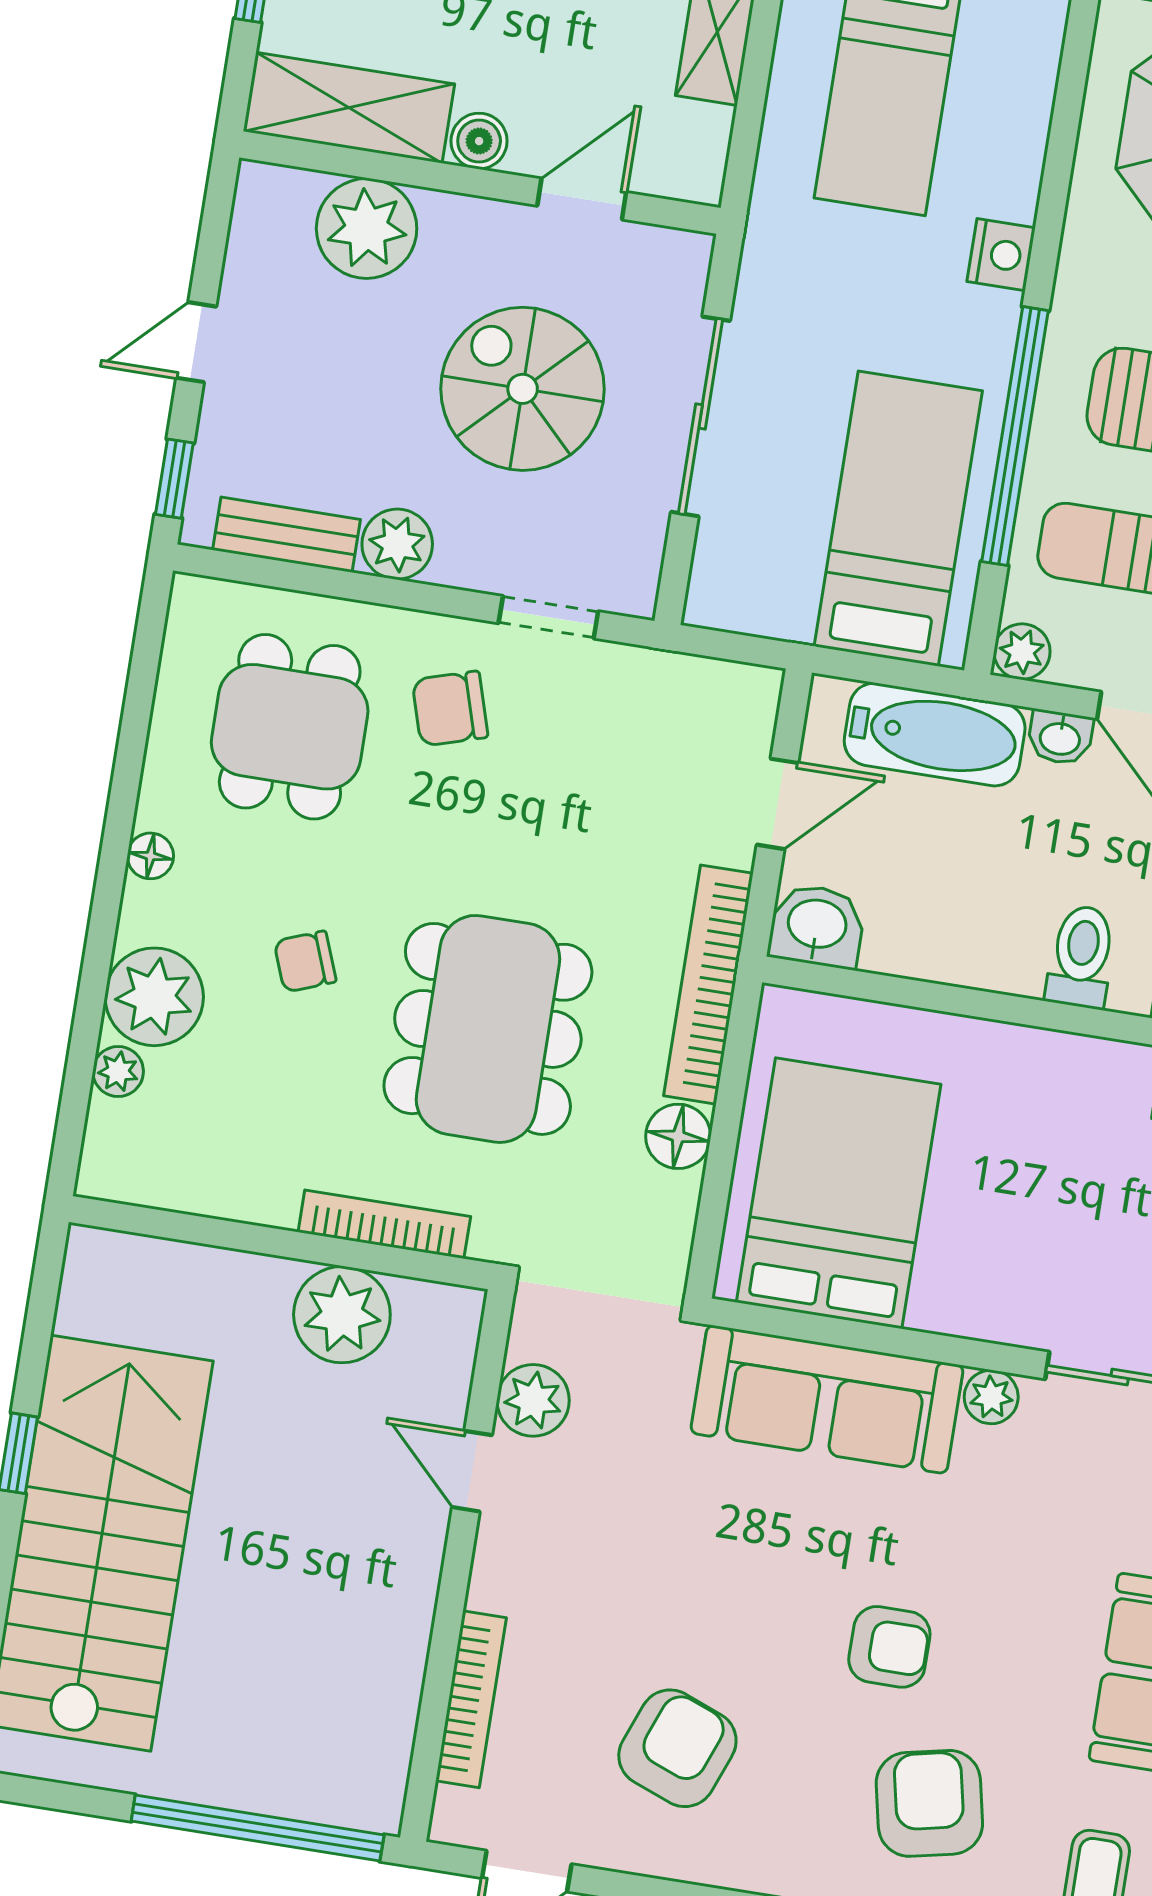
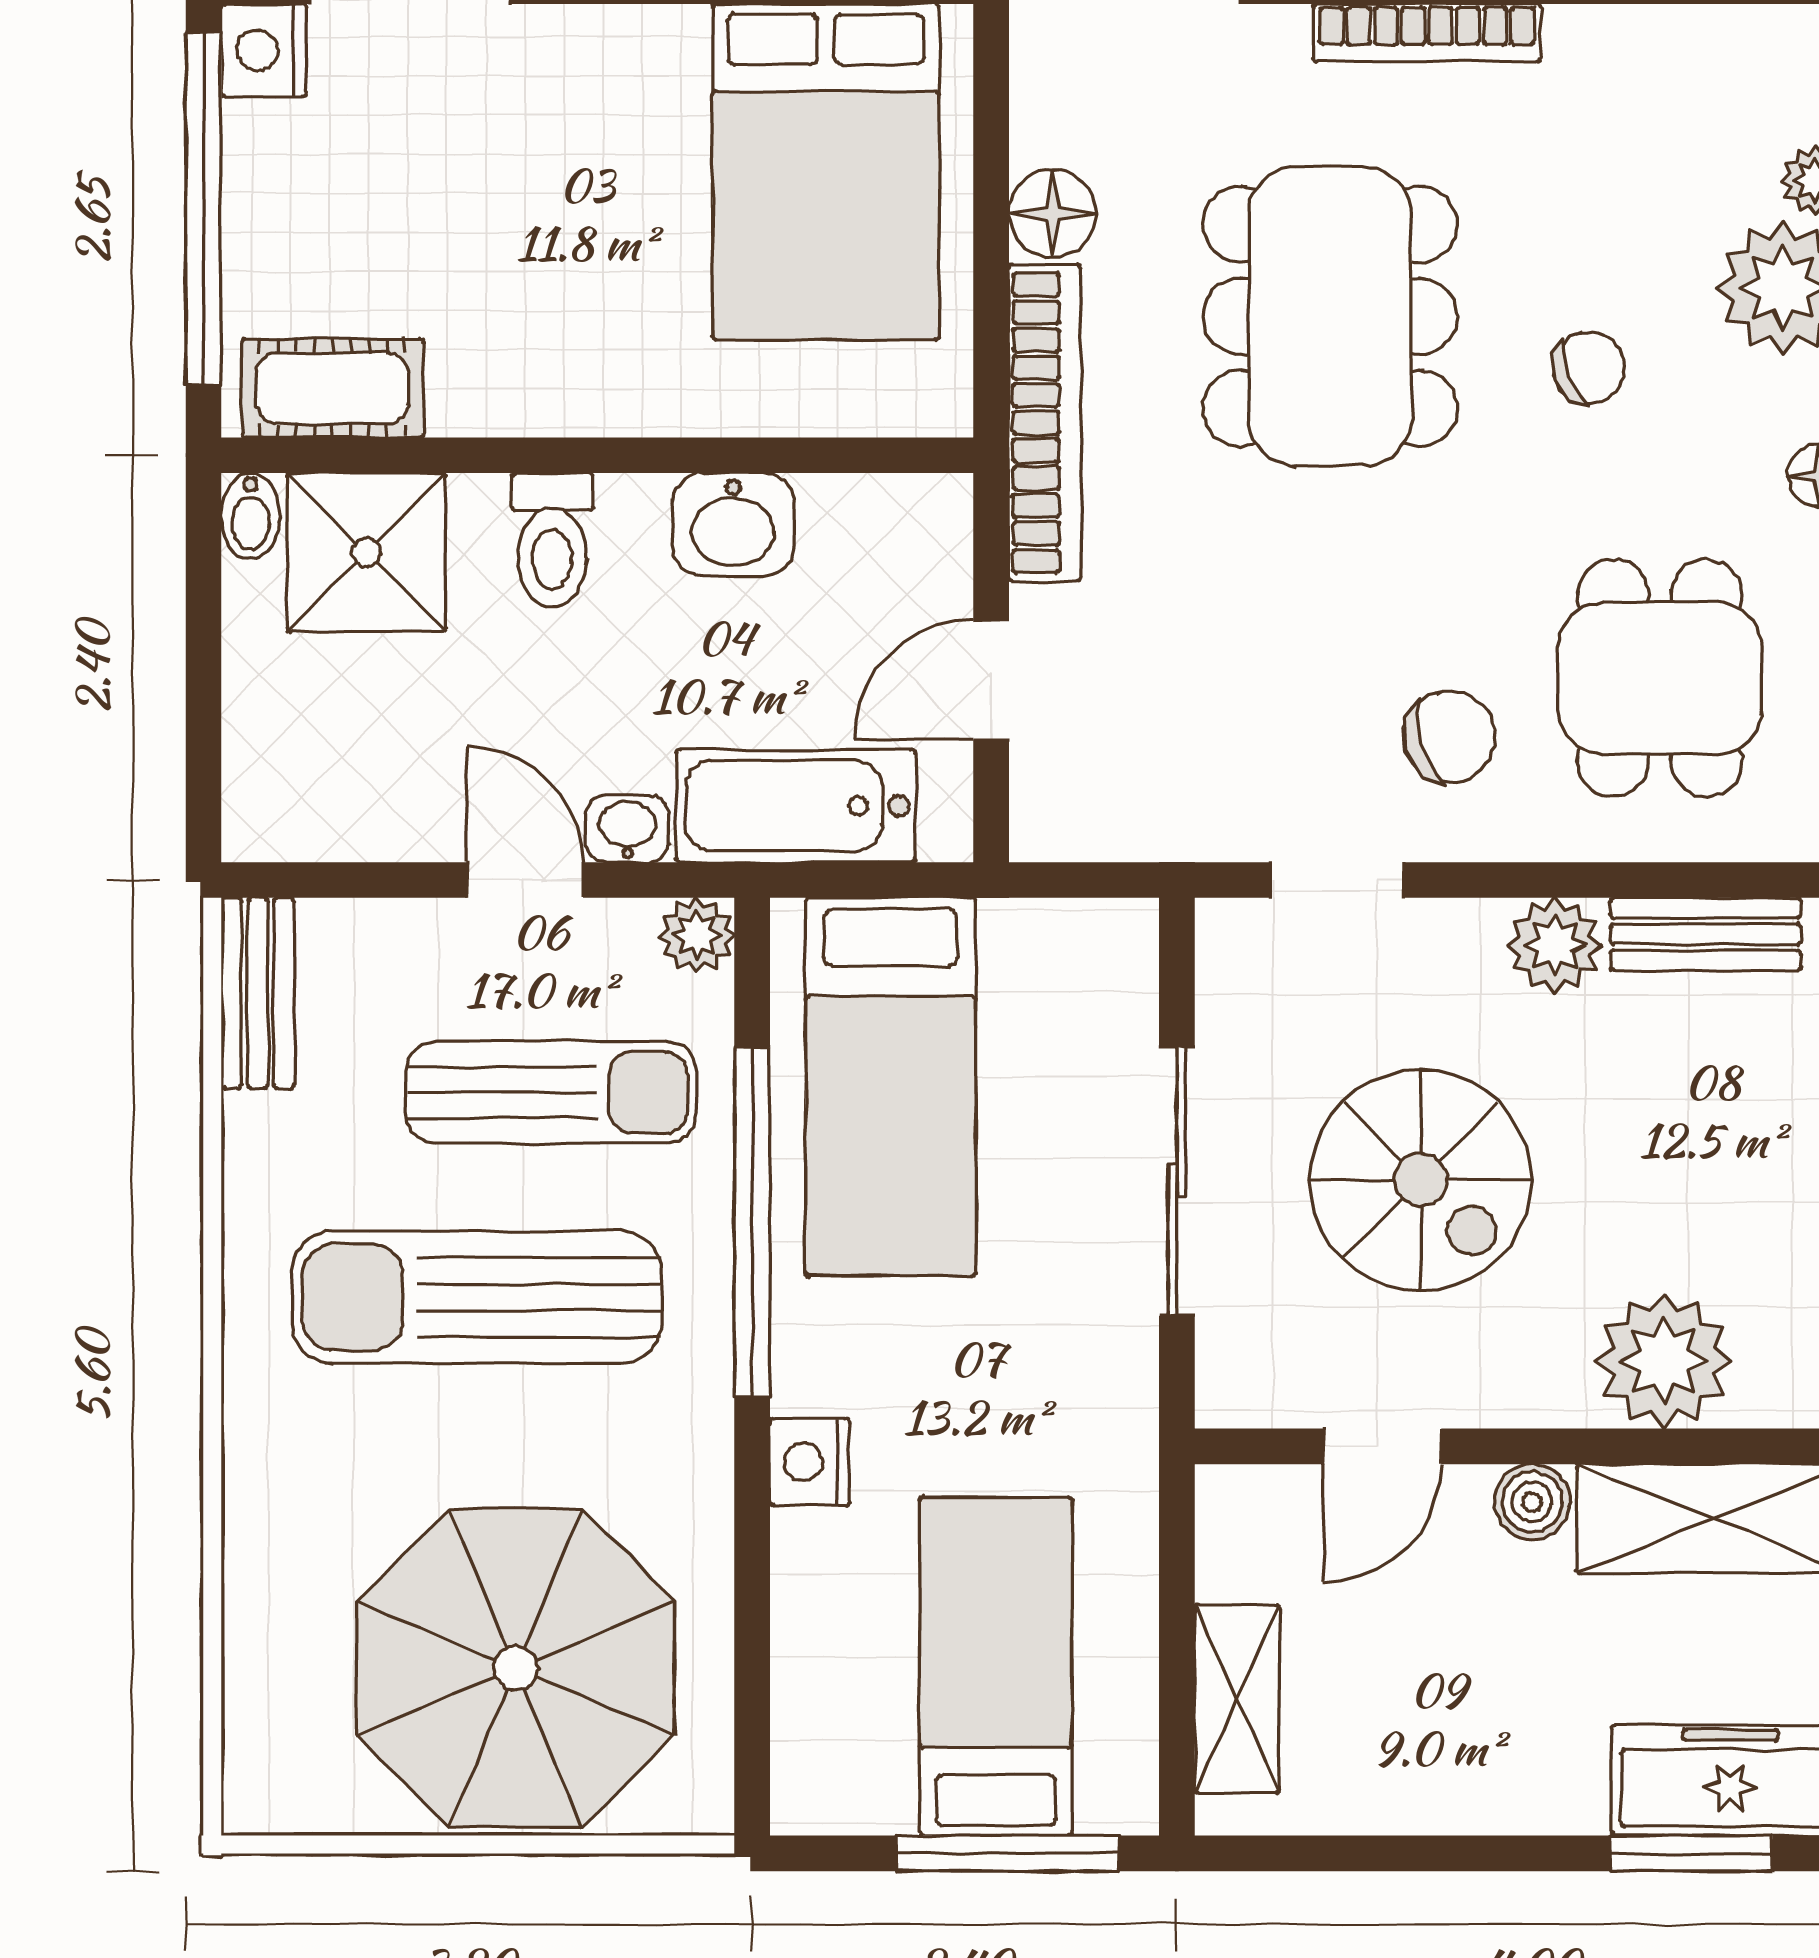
washbasin: (817, 926) -> (733, 525), moved

